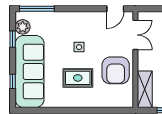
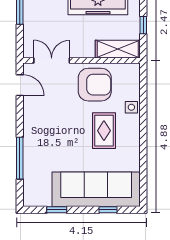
window: (37, 9) -> (20, 158), moved
plant: (23, 27) -> (42, 198), removed
side table: (79, 47) -> (131, 107), moved

